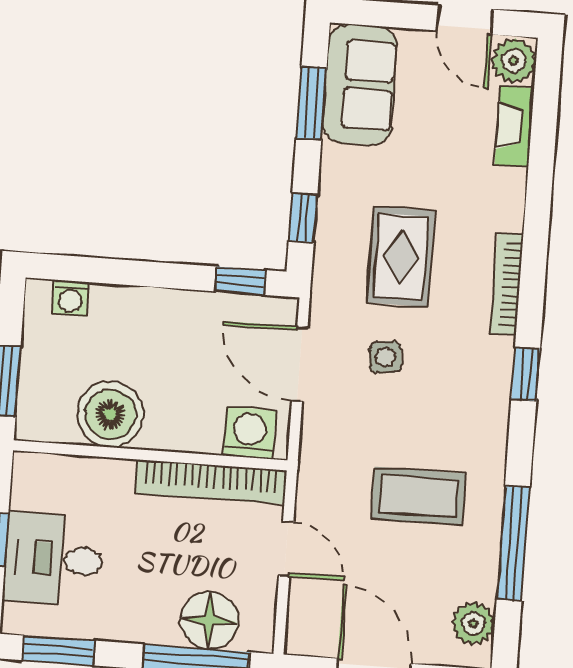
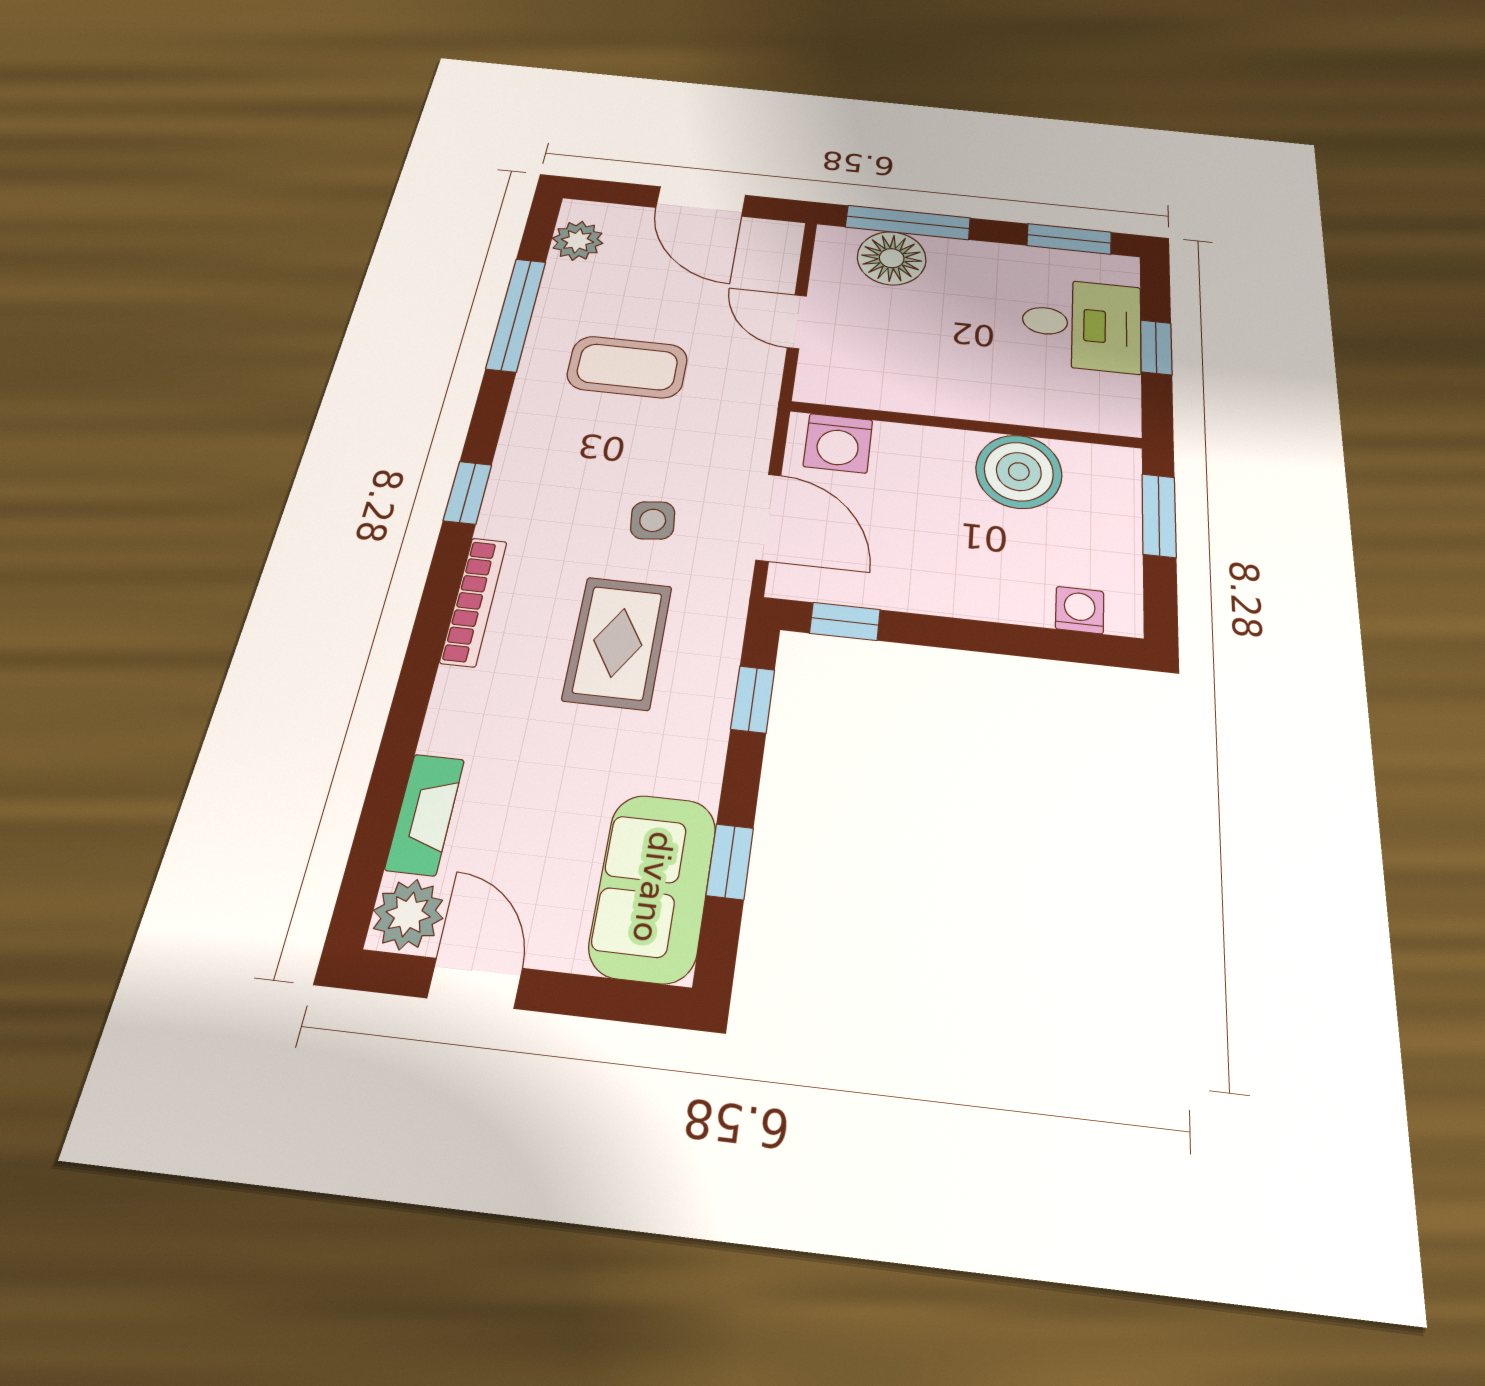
window: (311, 103) -> (730, 862), width x0.67
bookcase: (211, 482) -> (889, 393), removed

